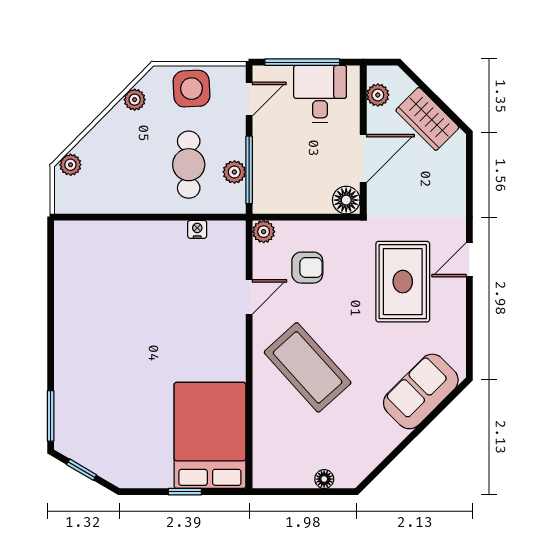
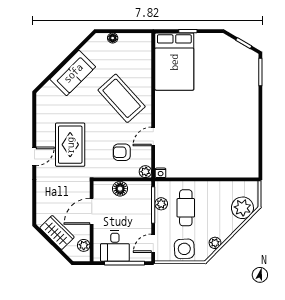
plant: (70, 165) -> (242, 208), width x1.87, depth x1.87
floor lamp: (346, 200) -> (120, 189), moved
nightstand: (197, 229) -> (161, 173), moved
sofa: (421, 391) -> (73, 73), moved

